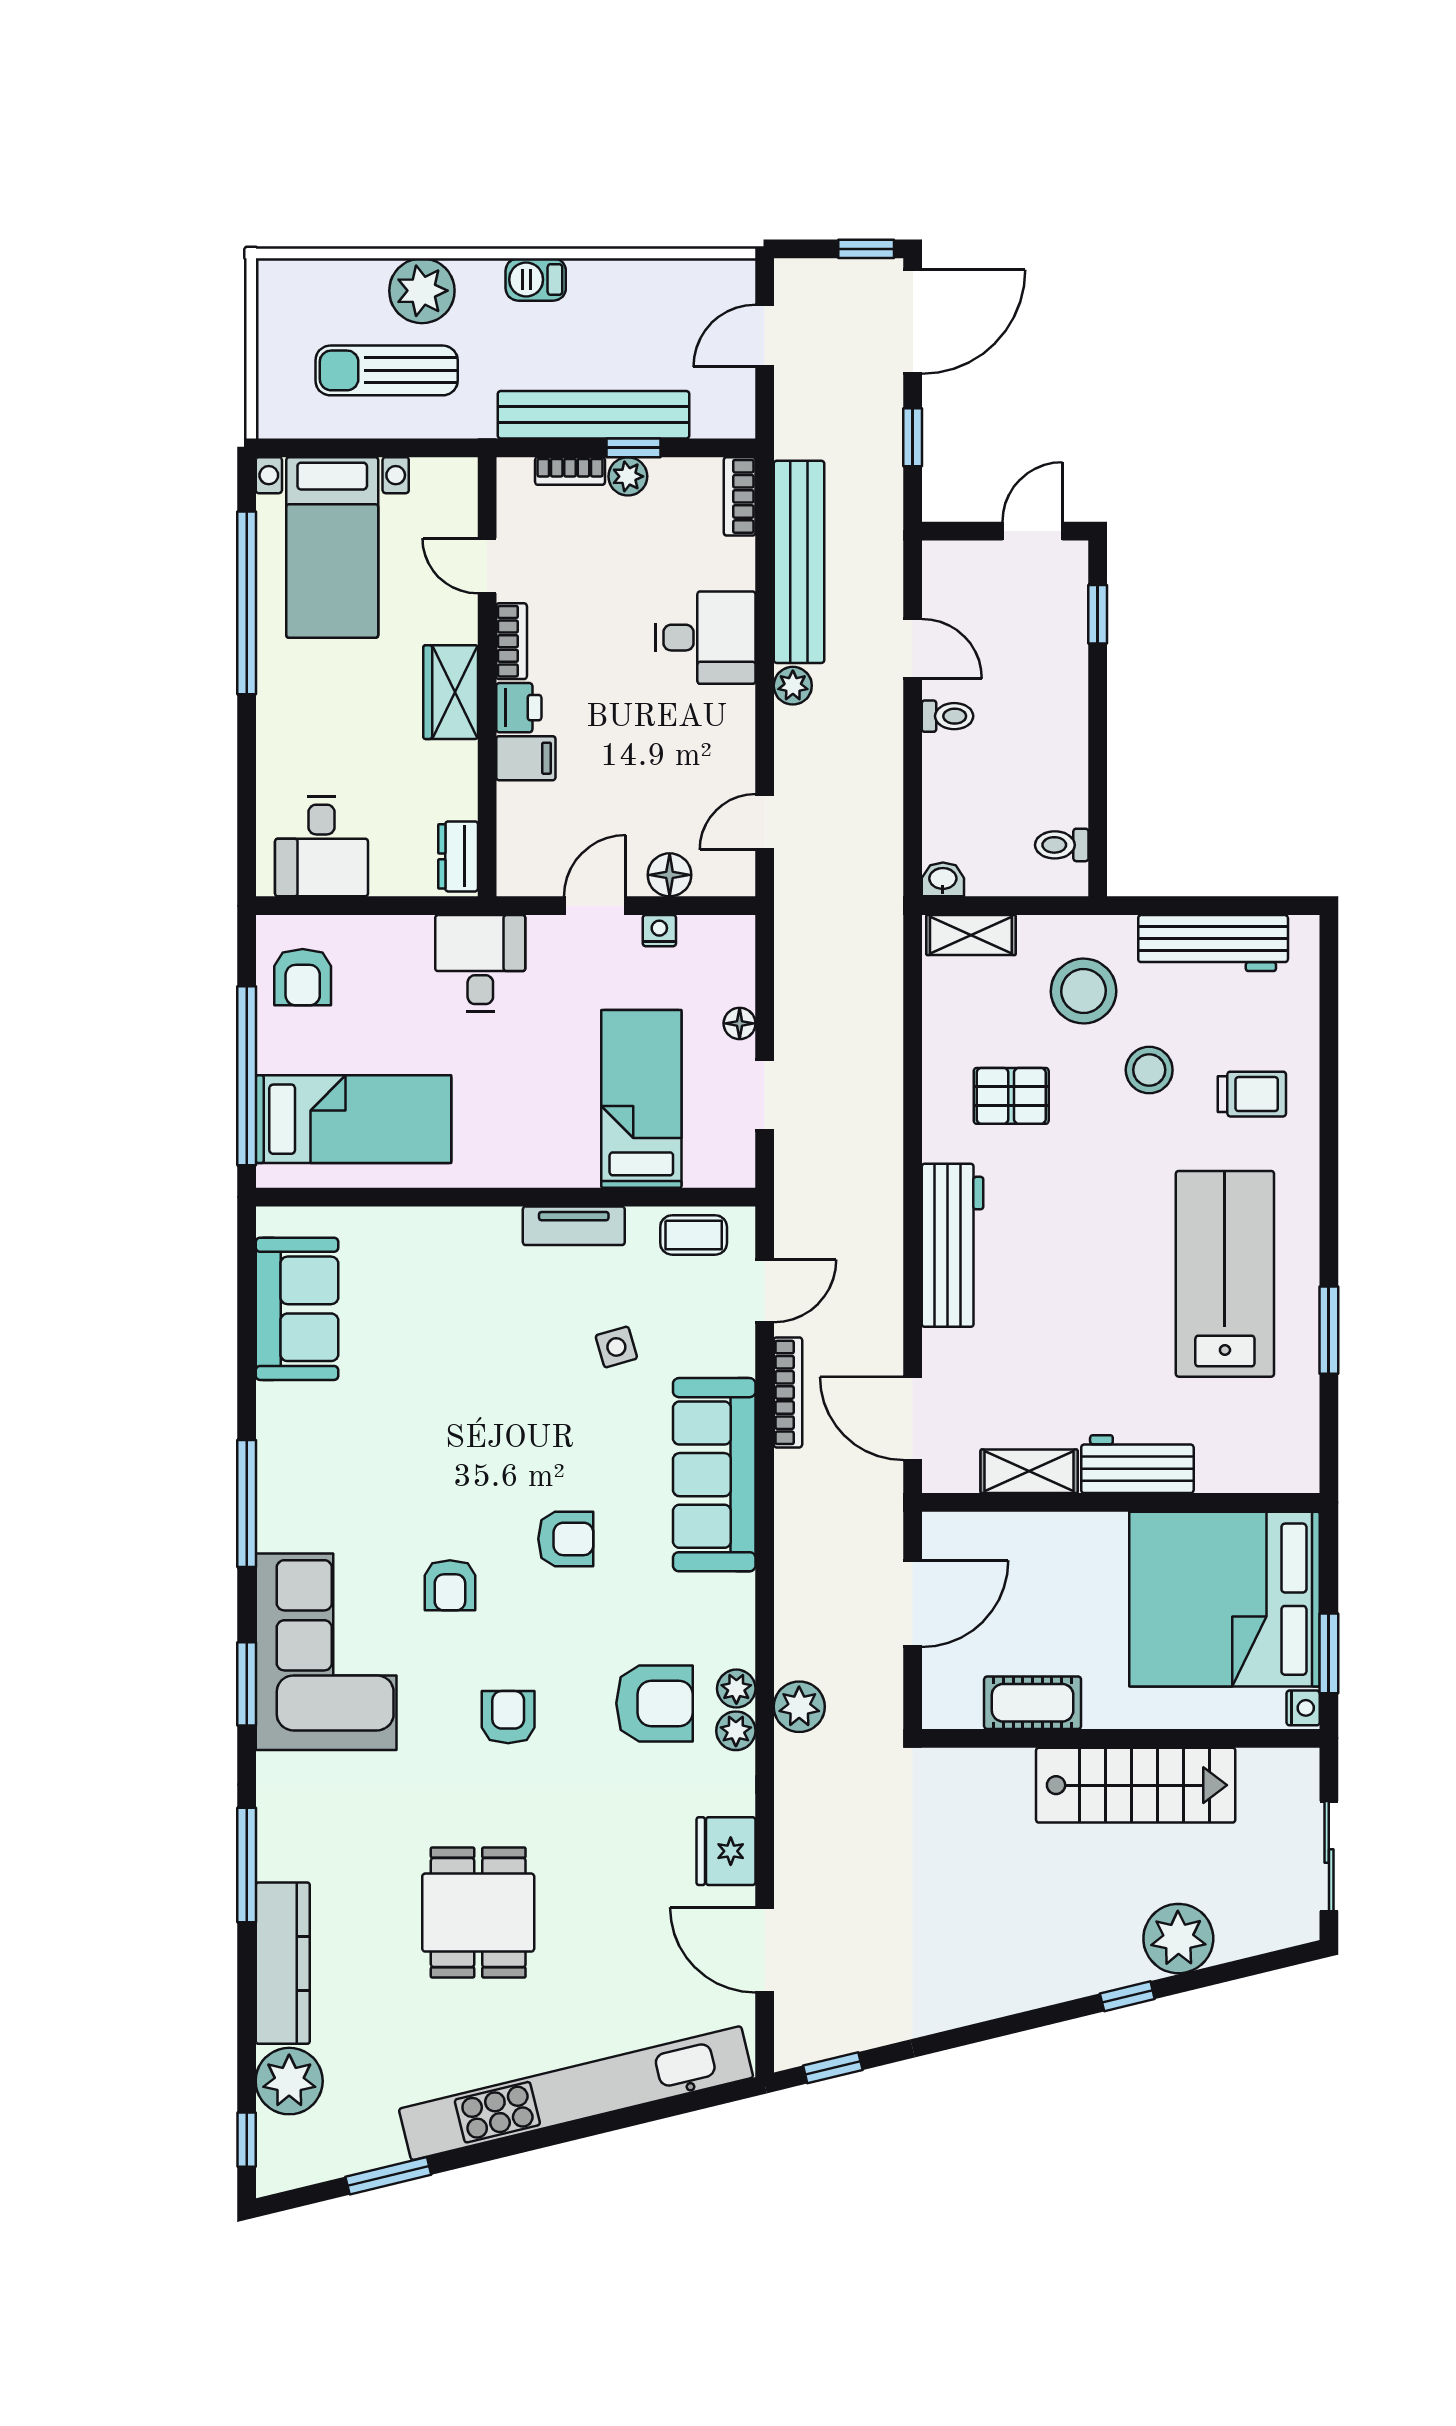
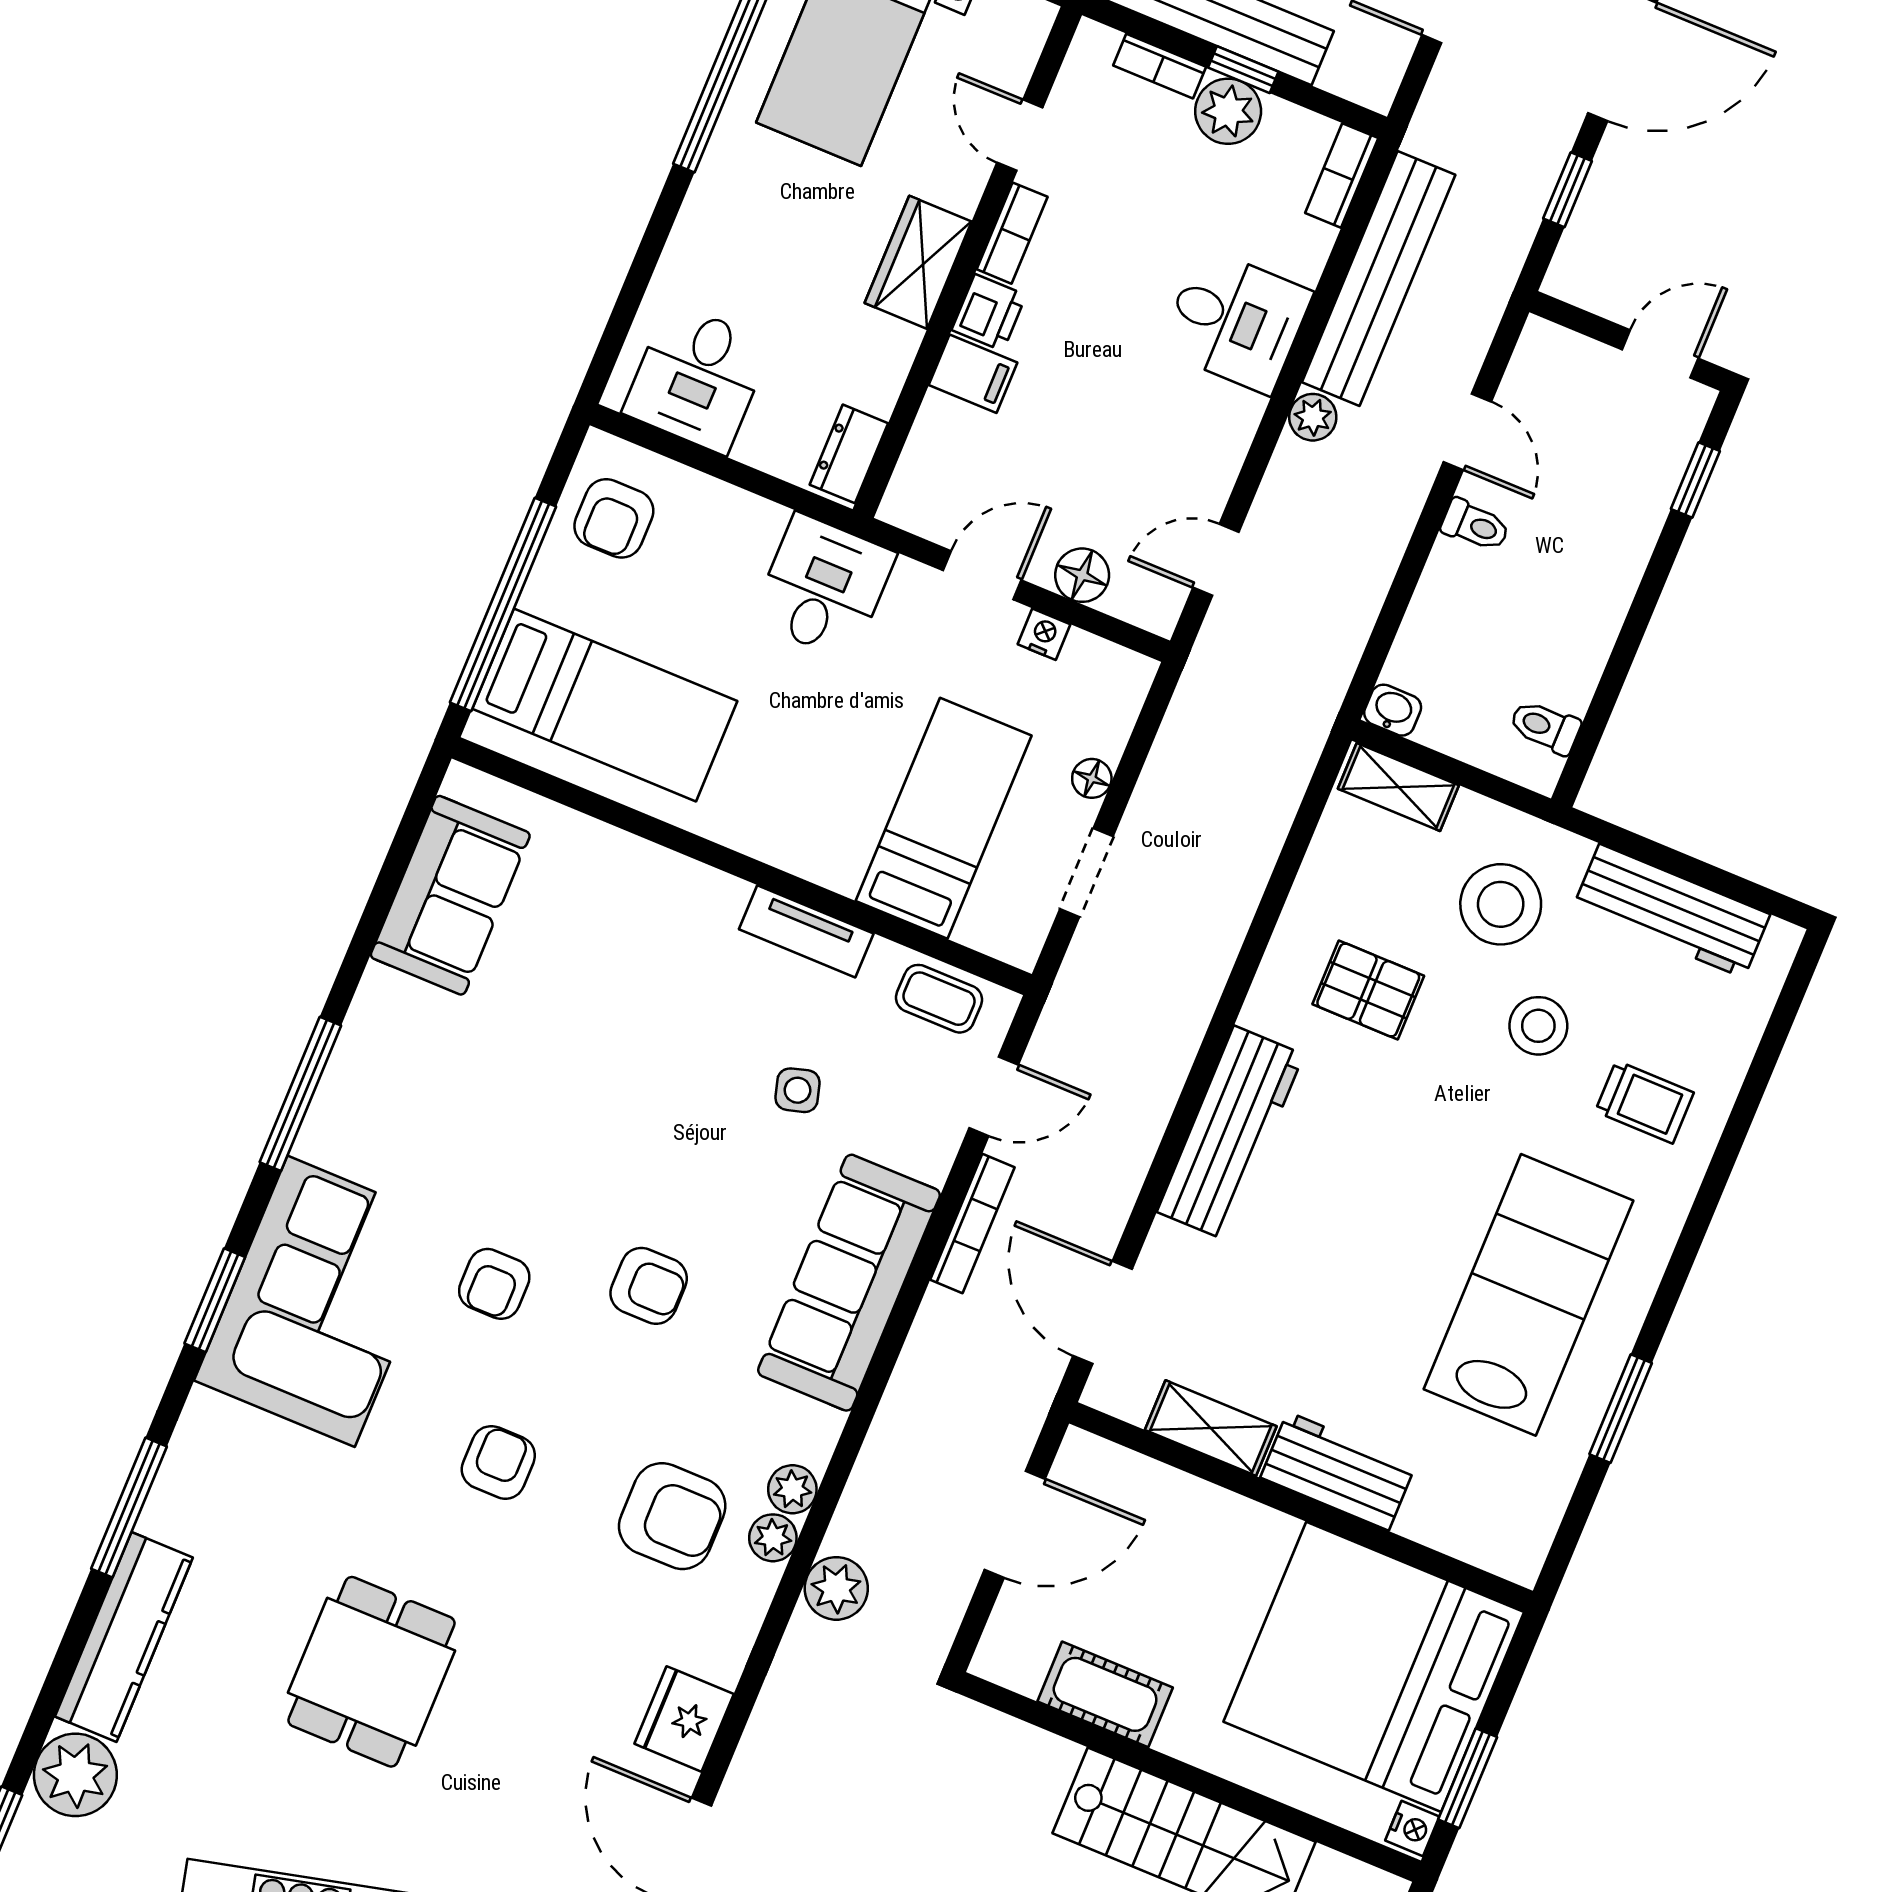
plant: (628, 476) -> (1228, 111), width x1.38, depth x1.38
plant: (736, 1731) -> (792, 1489), moved

